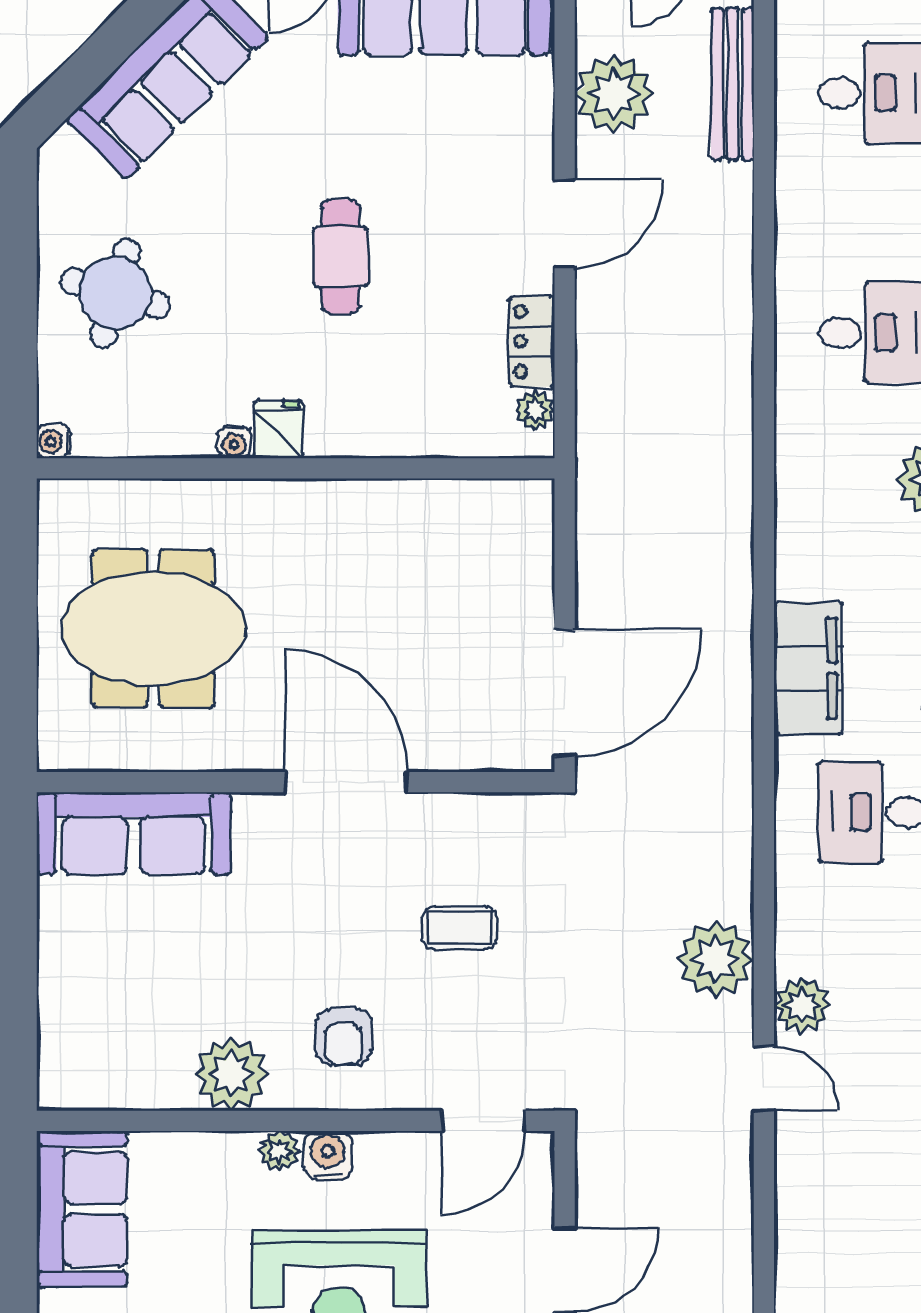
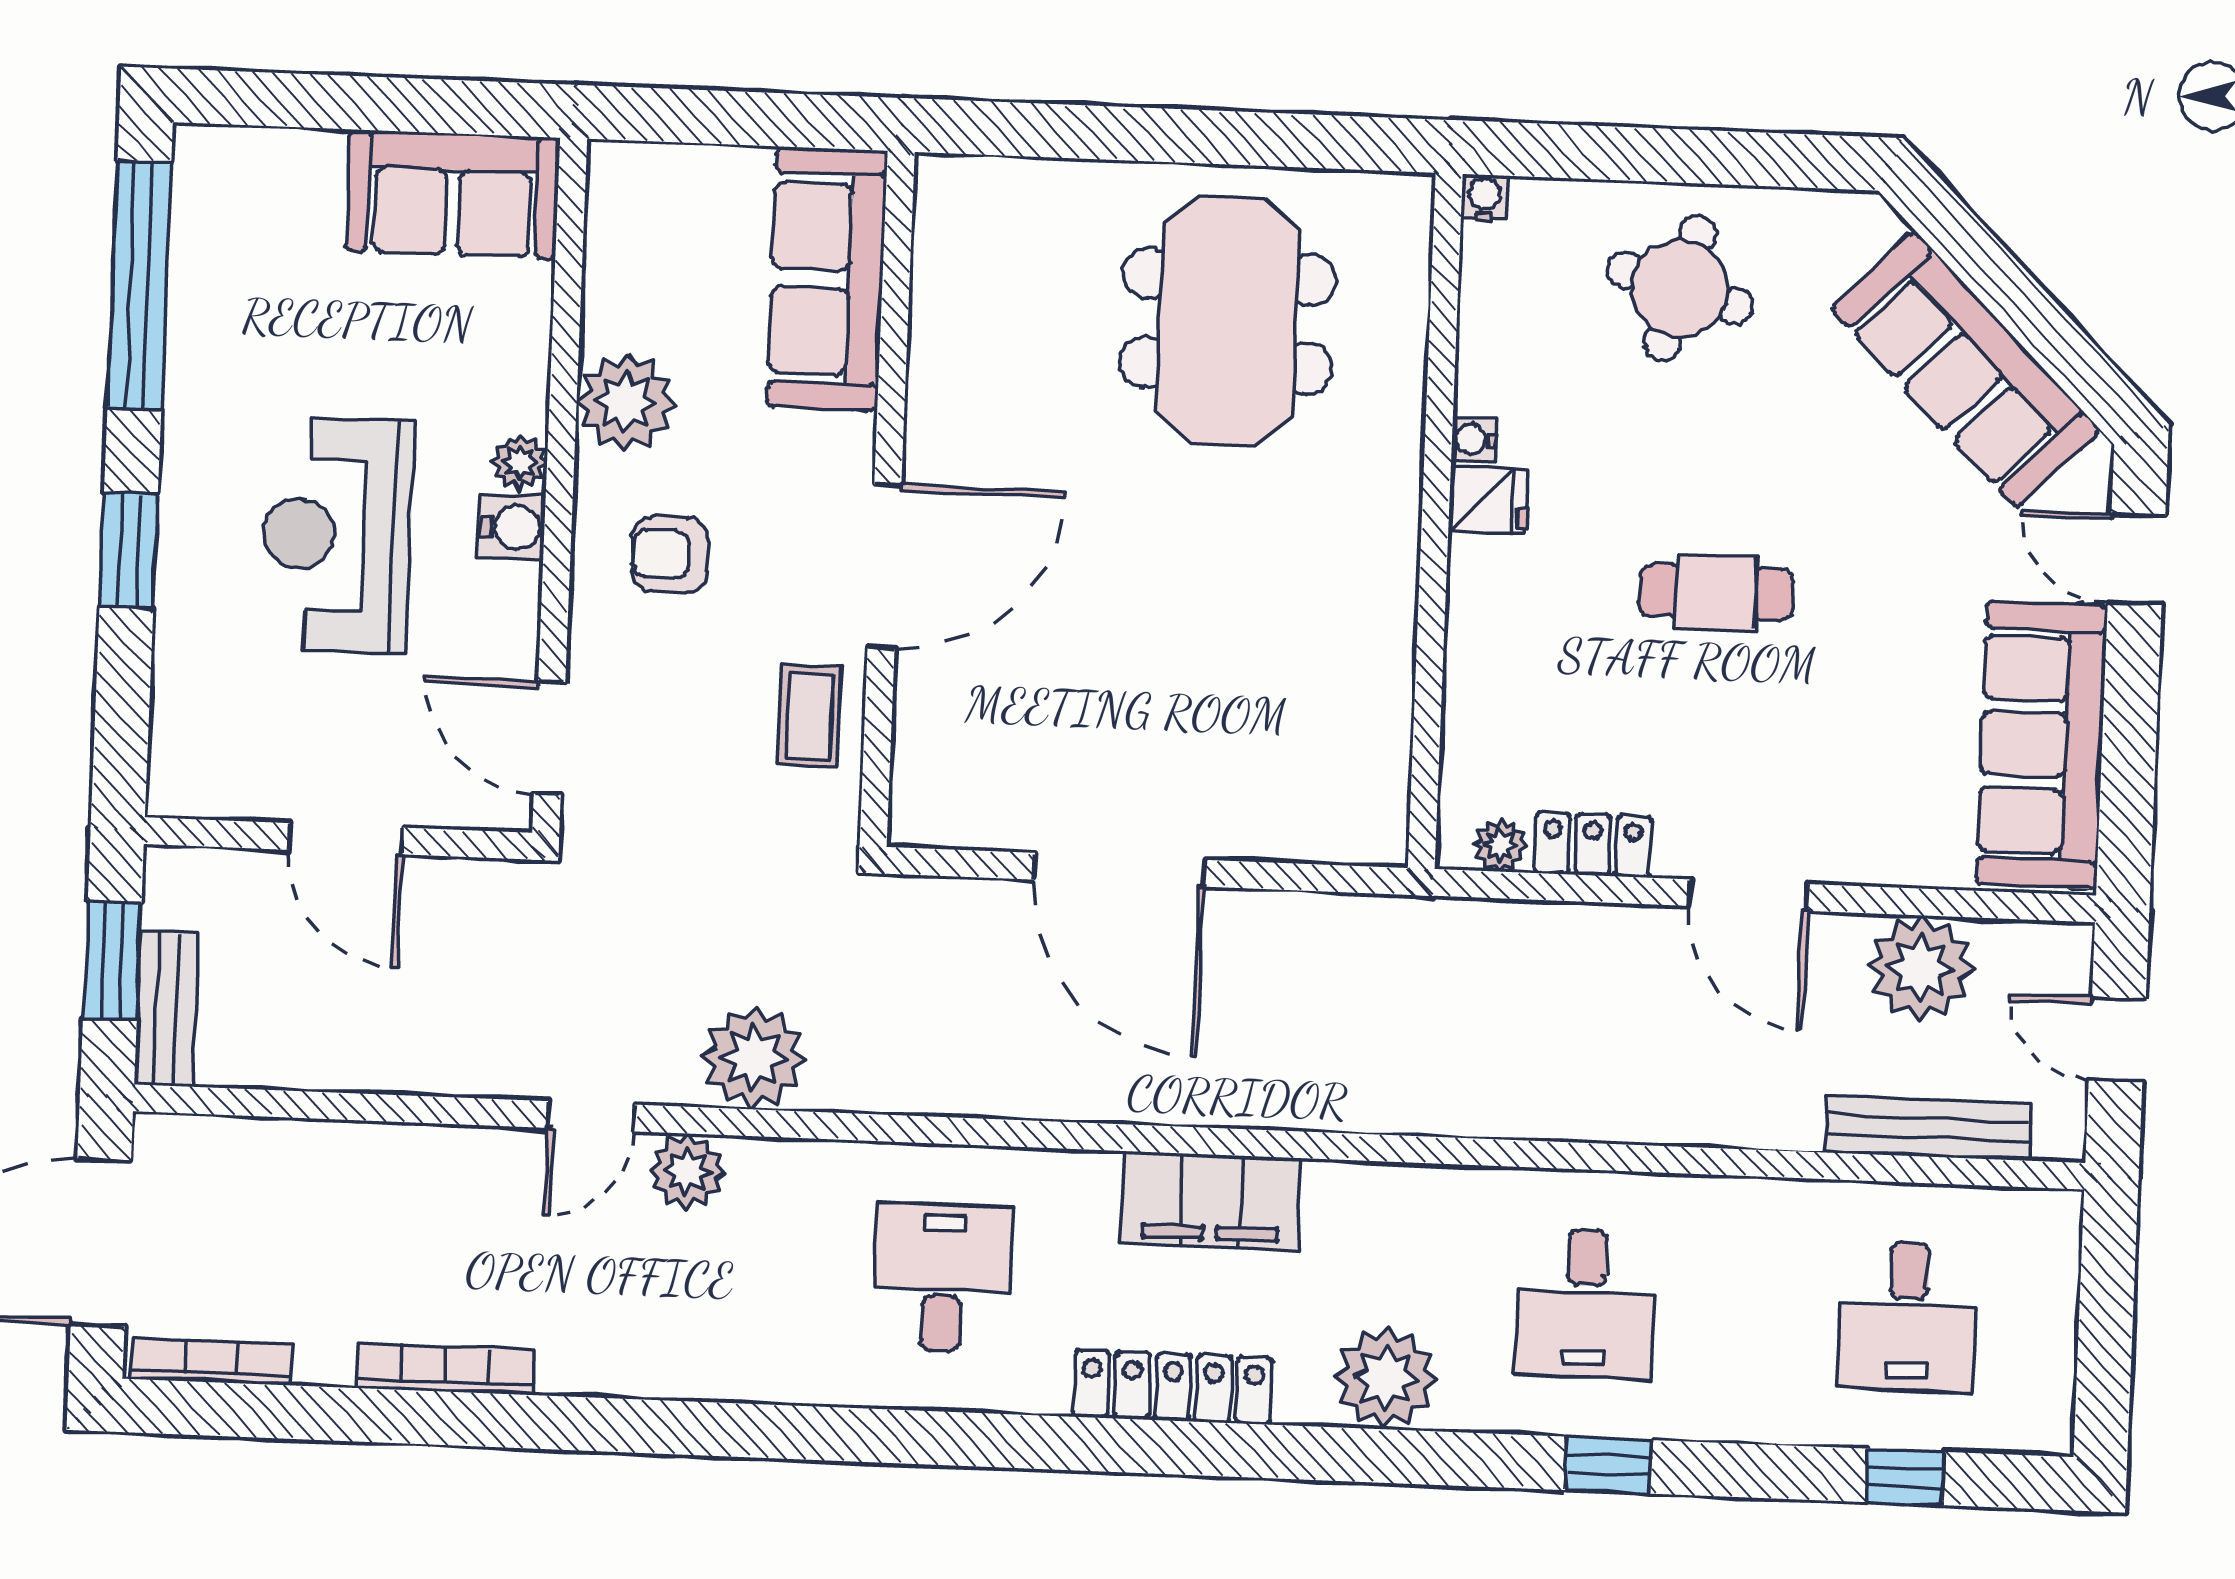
filing cabinet: (808, 668) -> (1211, 1201), moved
wall: (296, 782) -> (887, 499), moved
door: (346, 782) -> (884, 567), moved
sofa: (134, 833) -> (827, 279), moved

